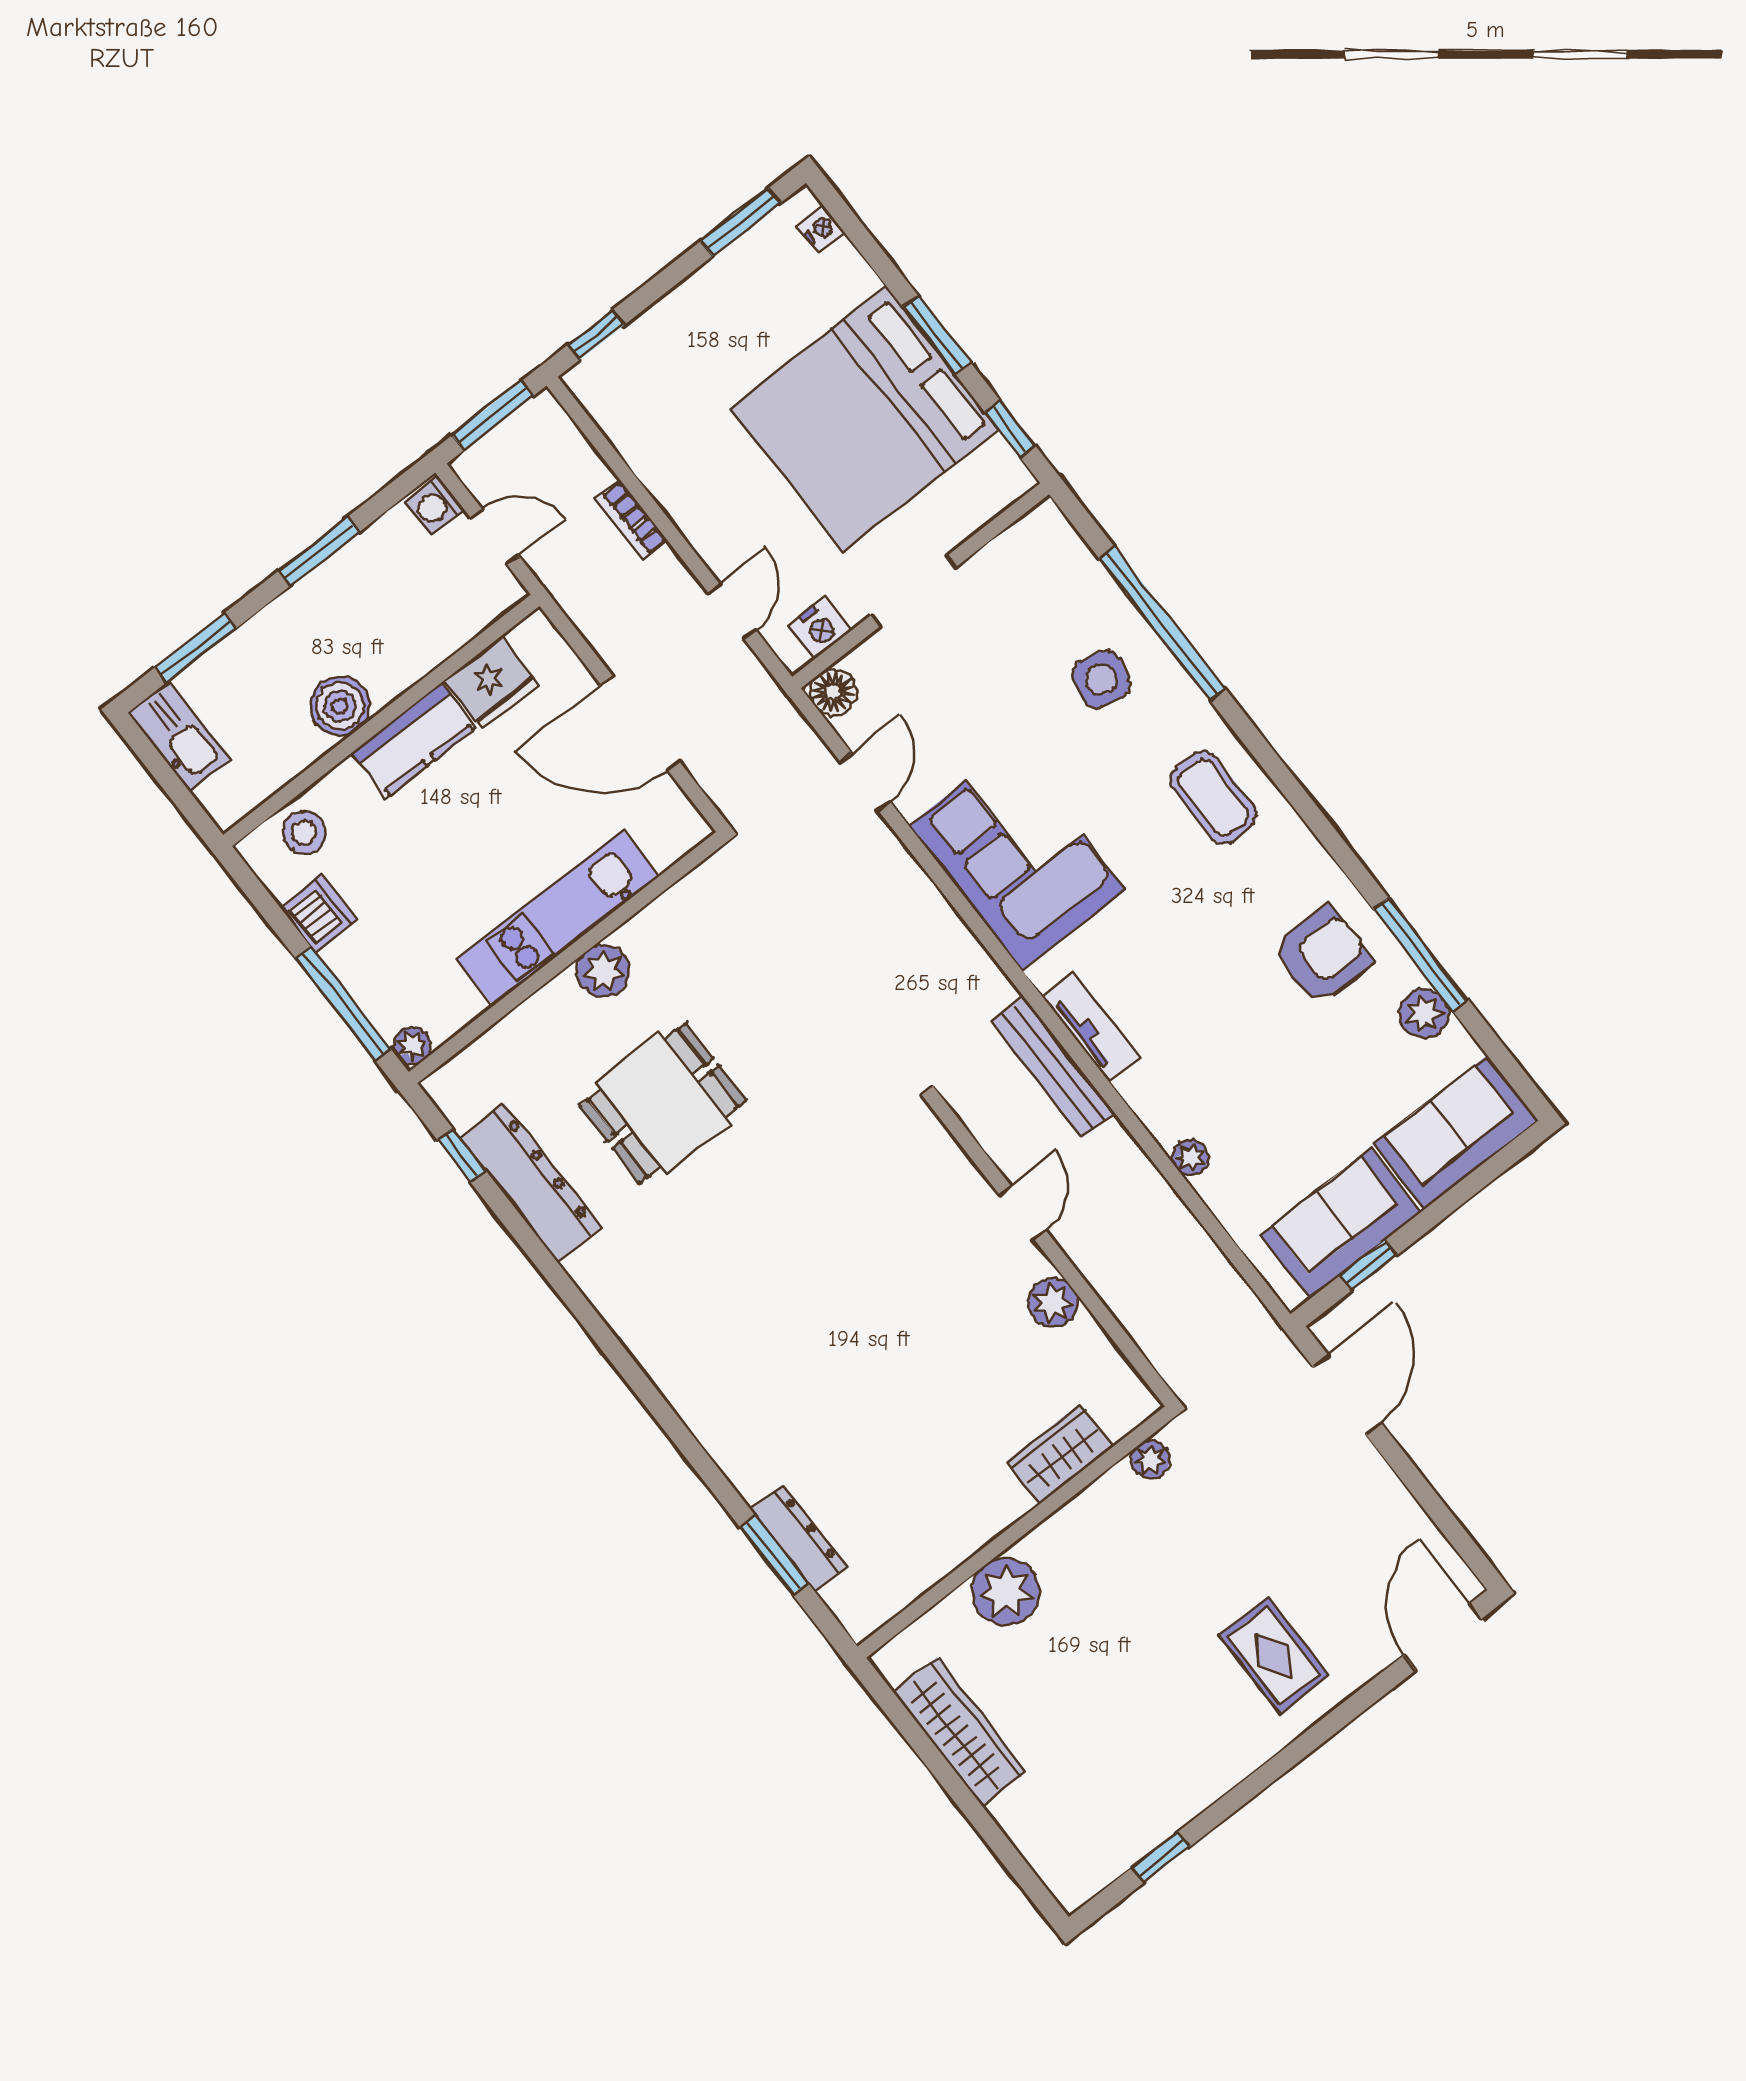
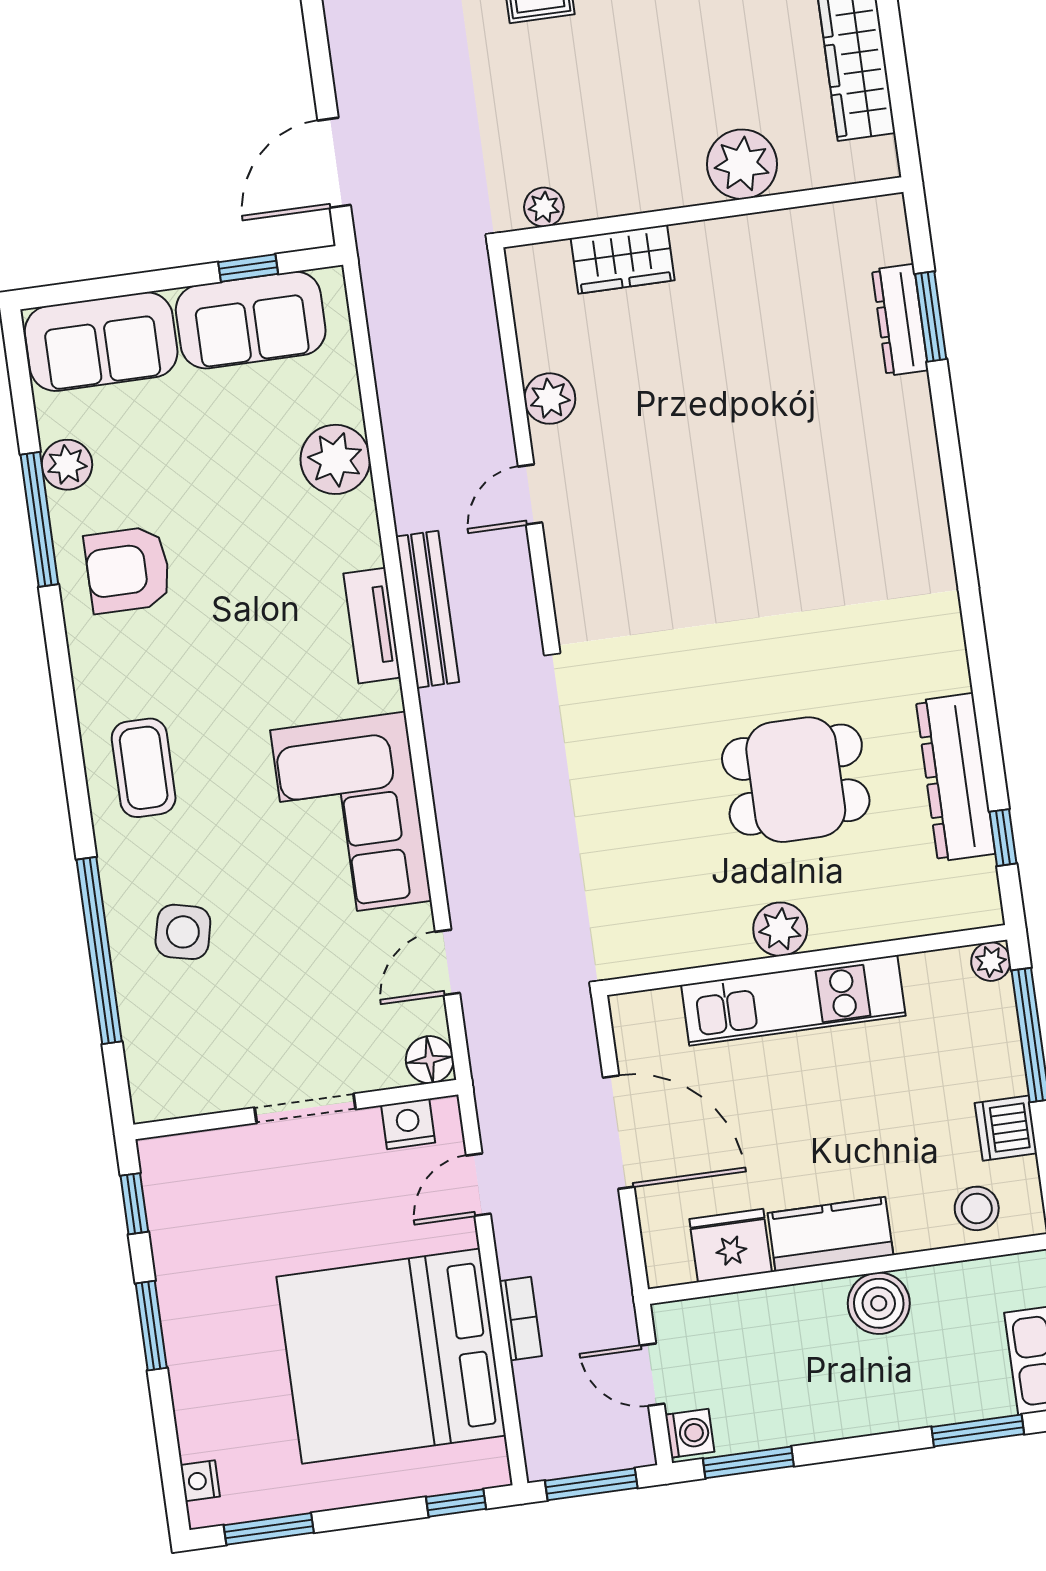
bed: (865, 419) -> (391, 1356), moved, turned 180
window: (319, 551) -> (748, 1462), moved
plant: (1190, 1157) -> (335, 459), width x1.87, depth x1.87

